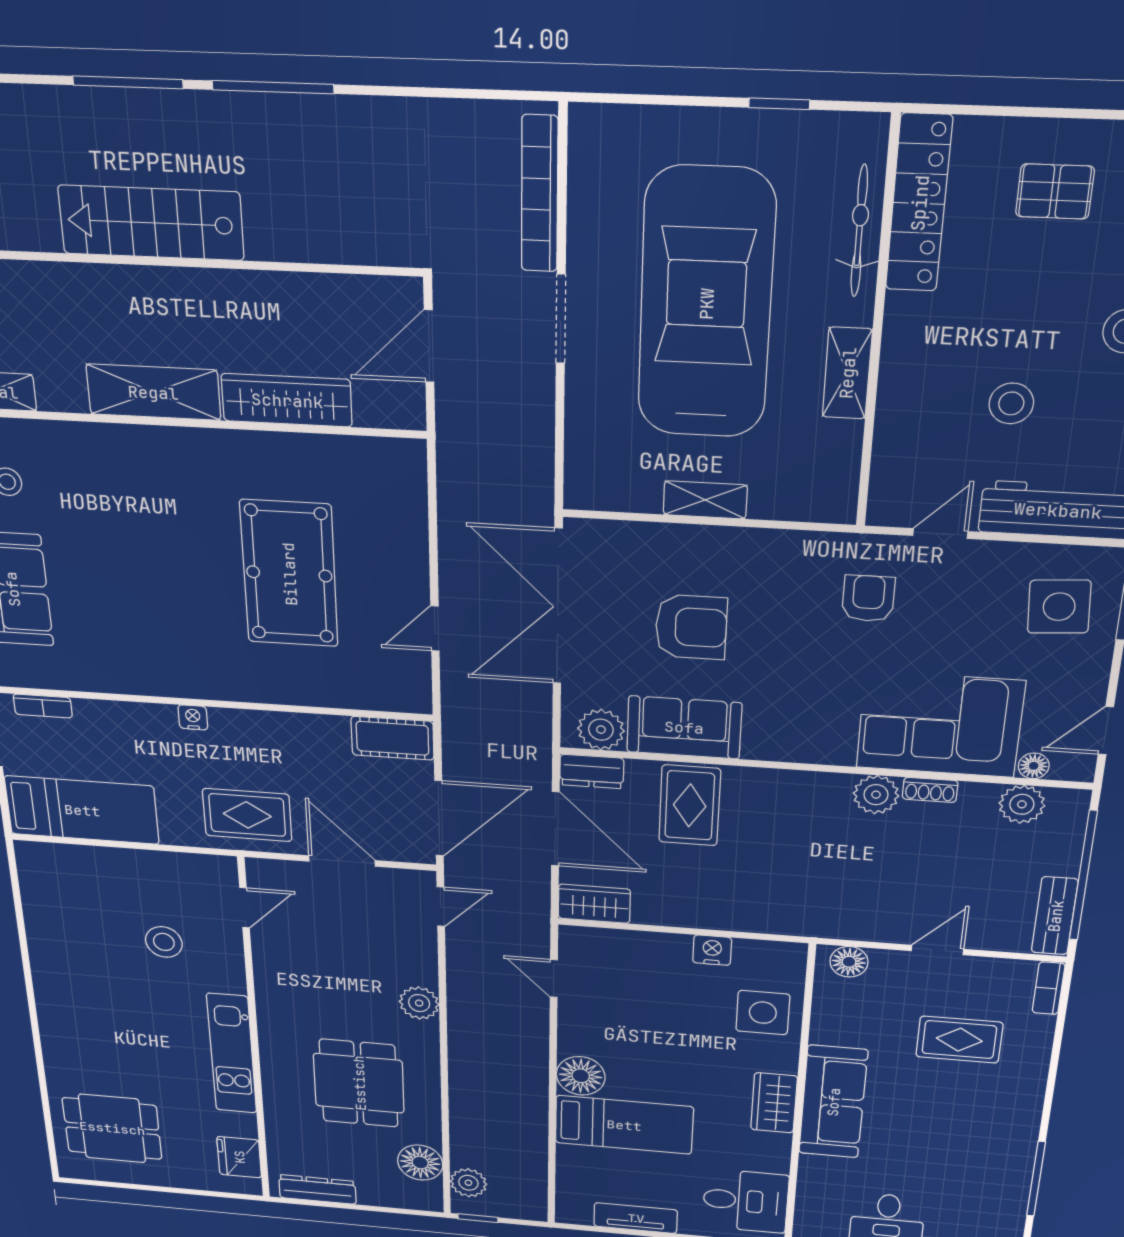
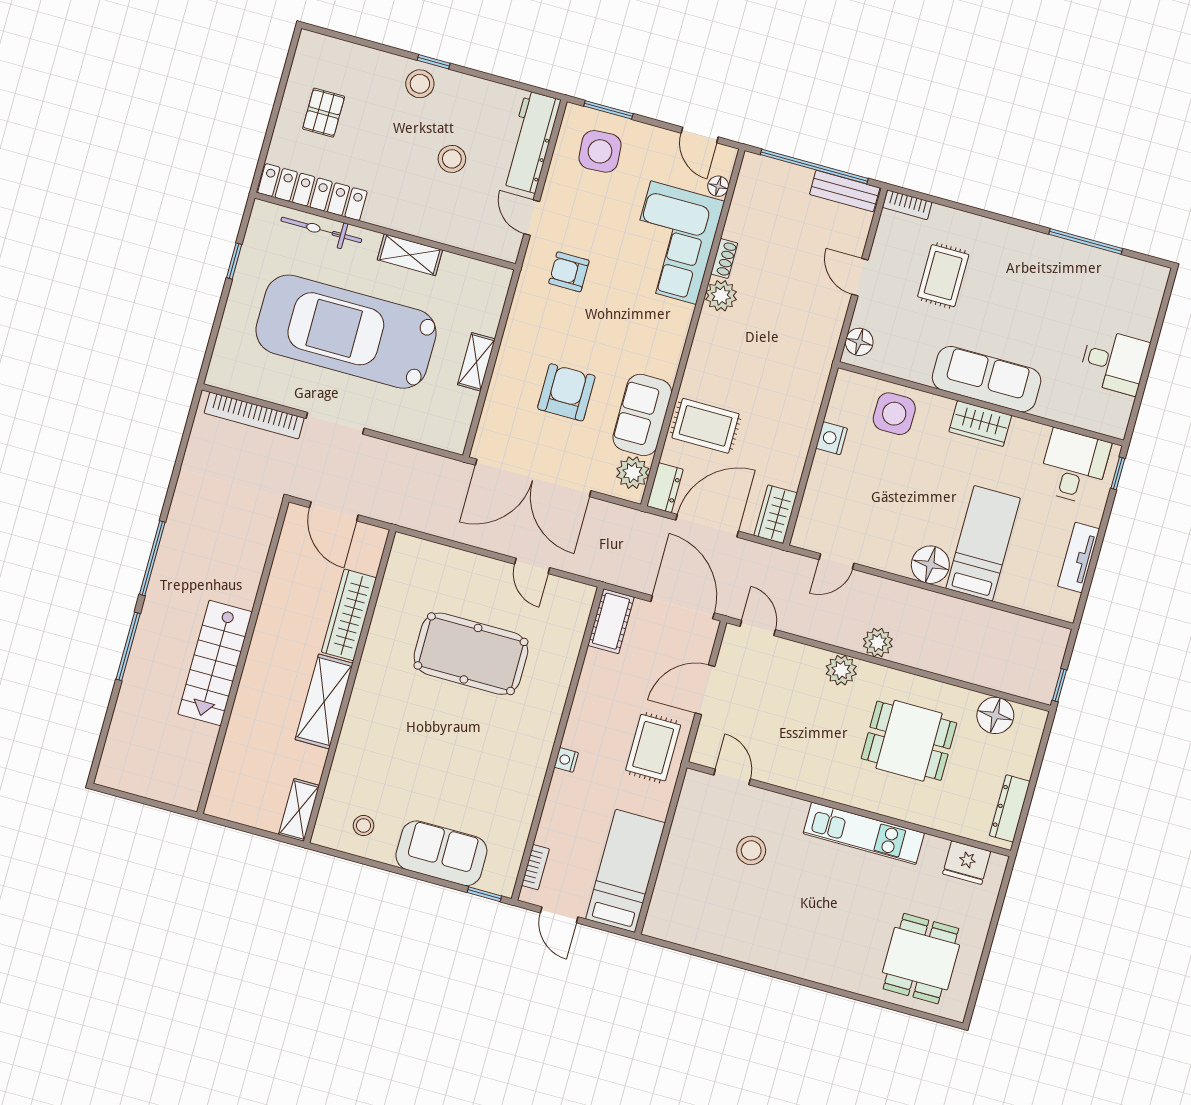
plant: (1022, 804) -> (748, 199), removed
plant: (468, 1183) -> (878, 643), moved

